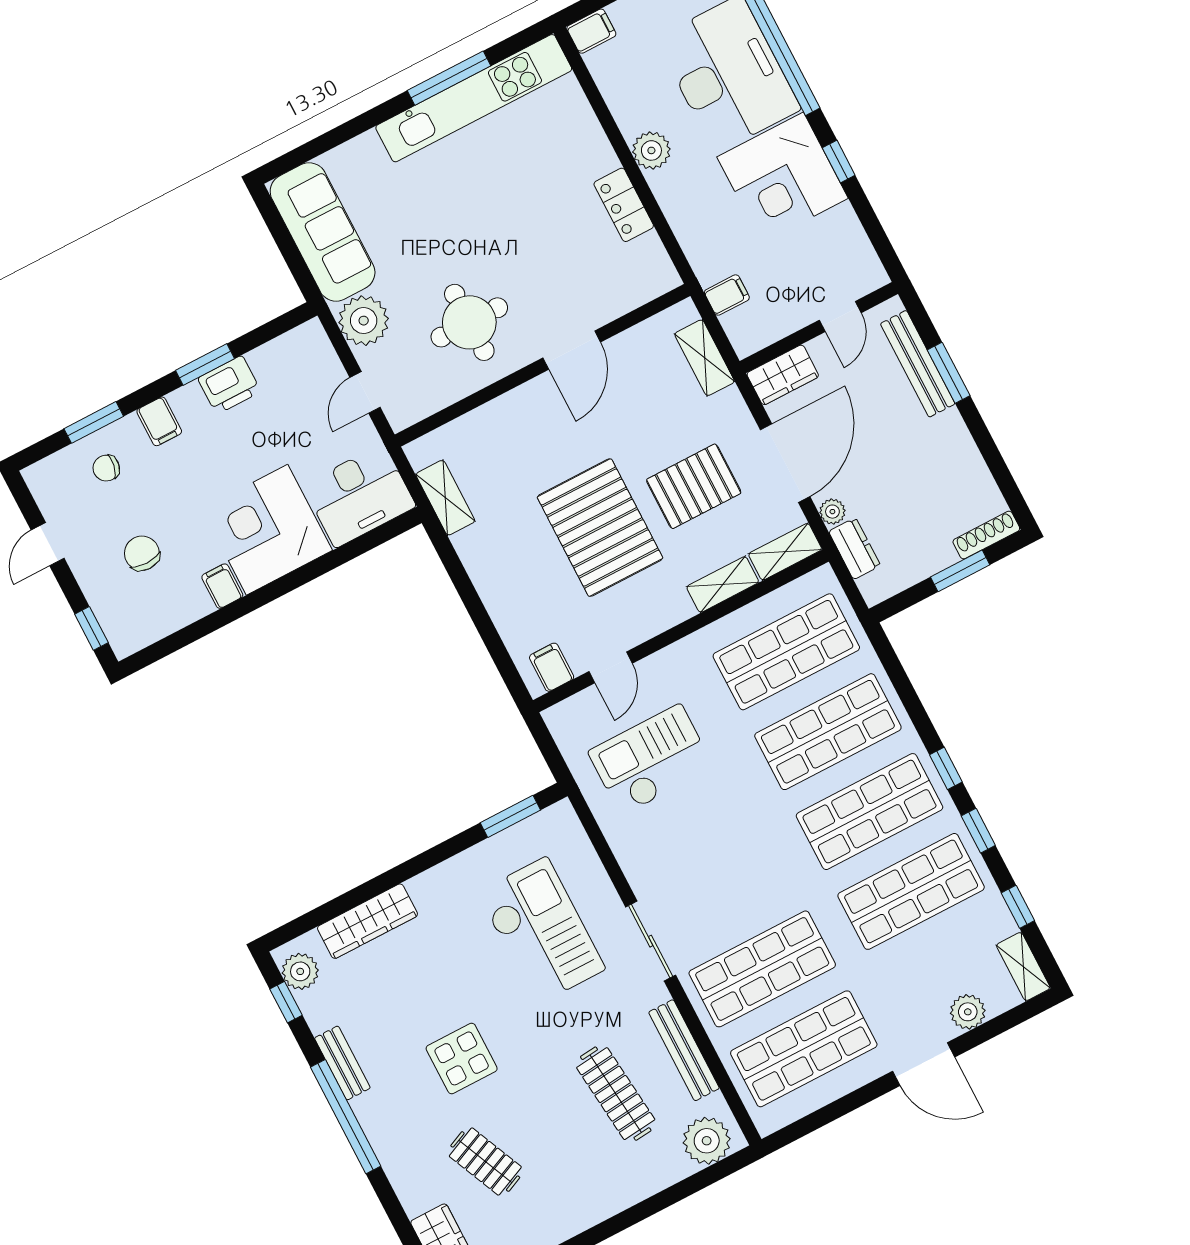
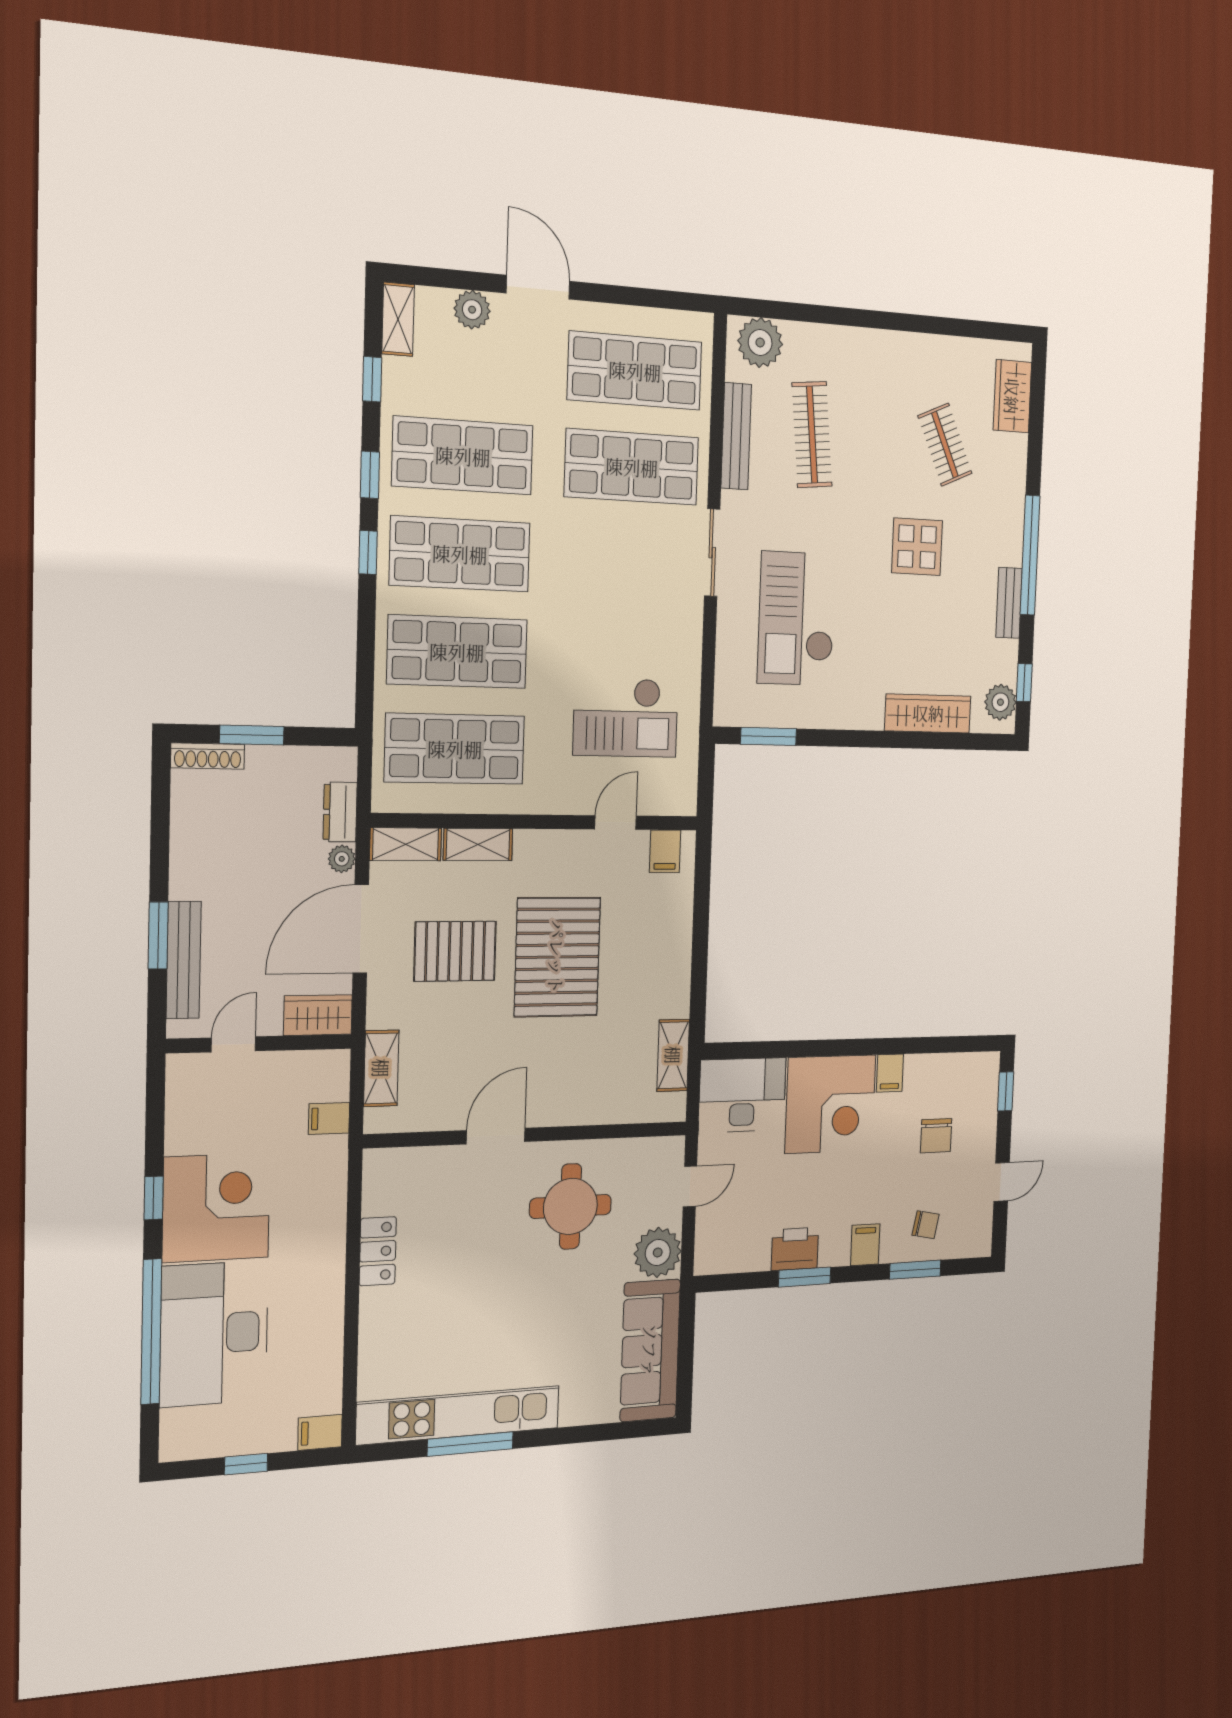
plant: (651, 150) -> (325, 1292), removed

